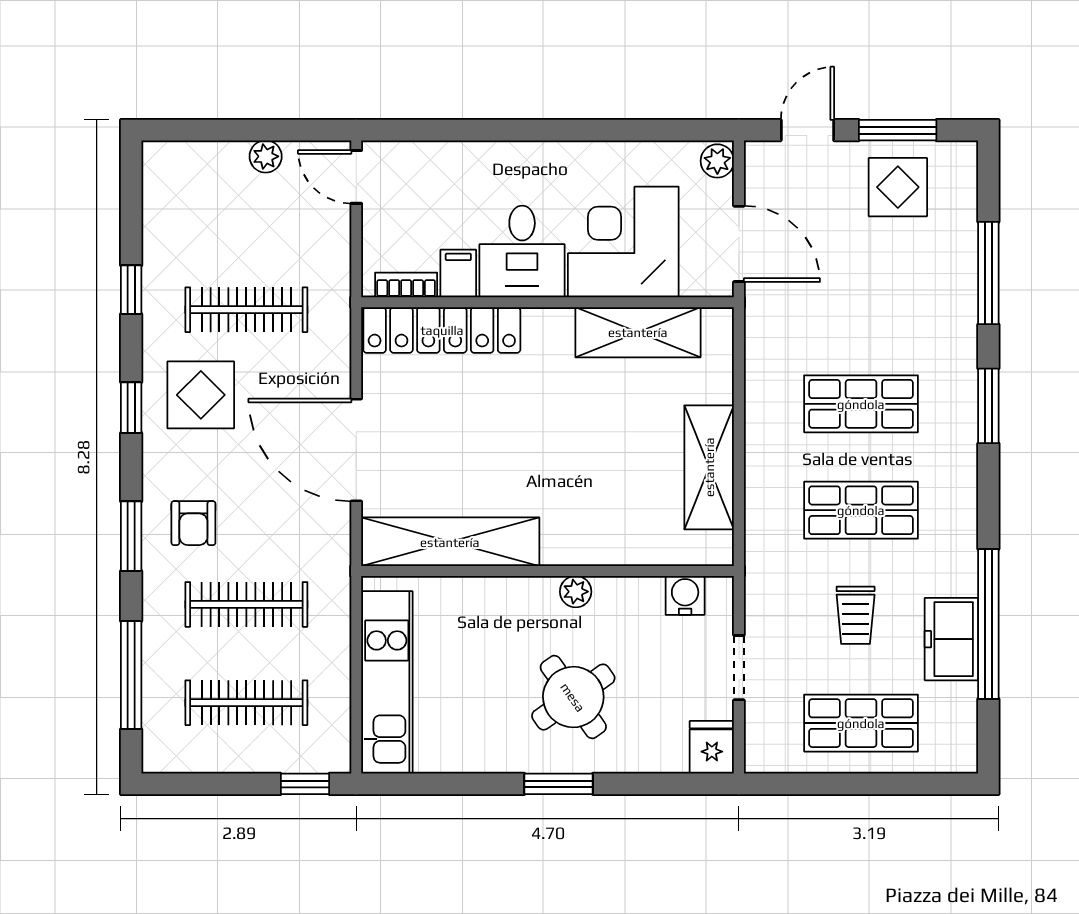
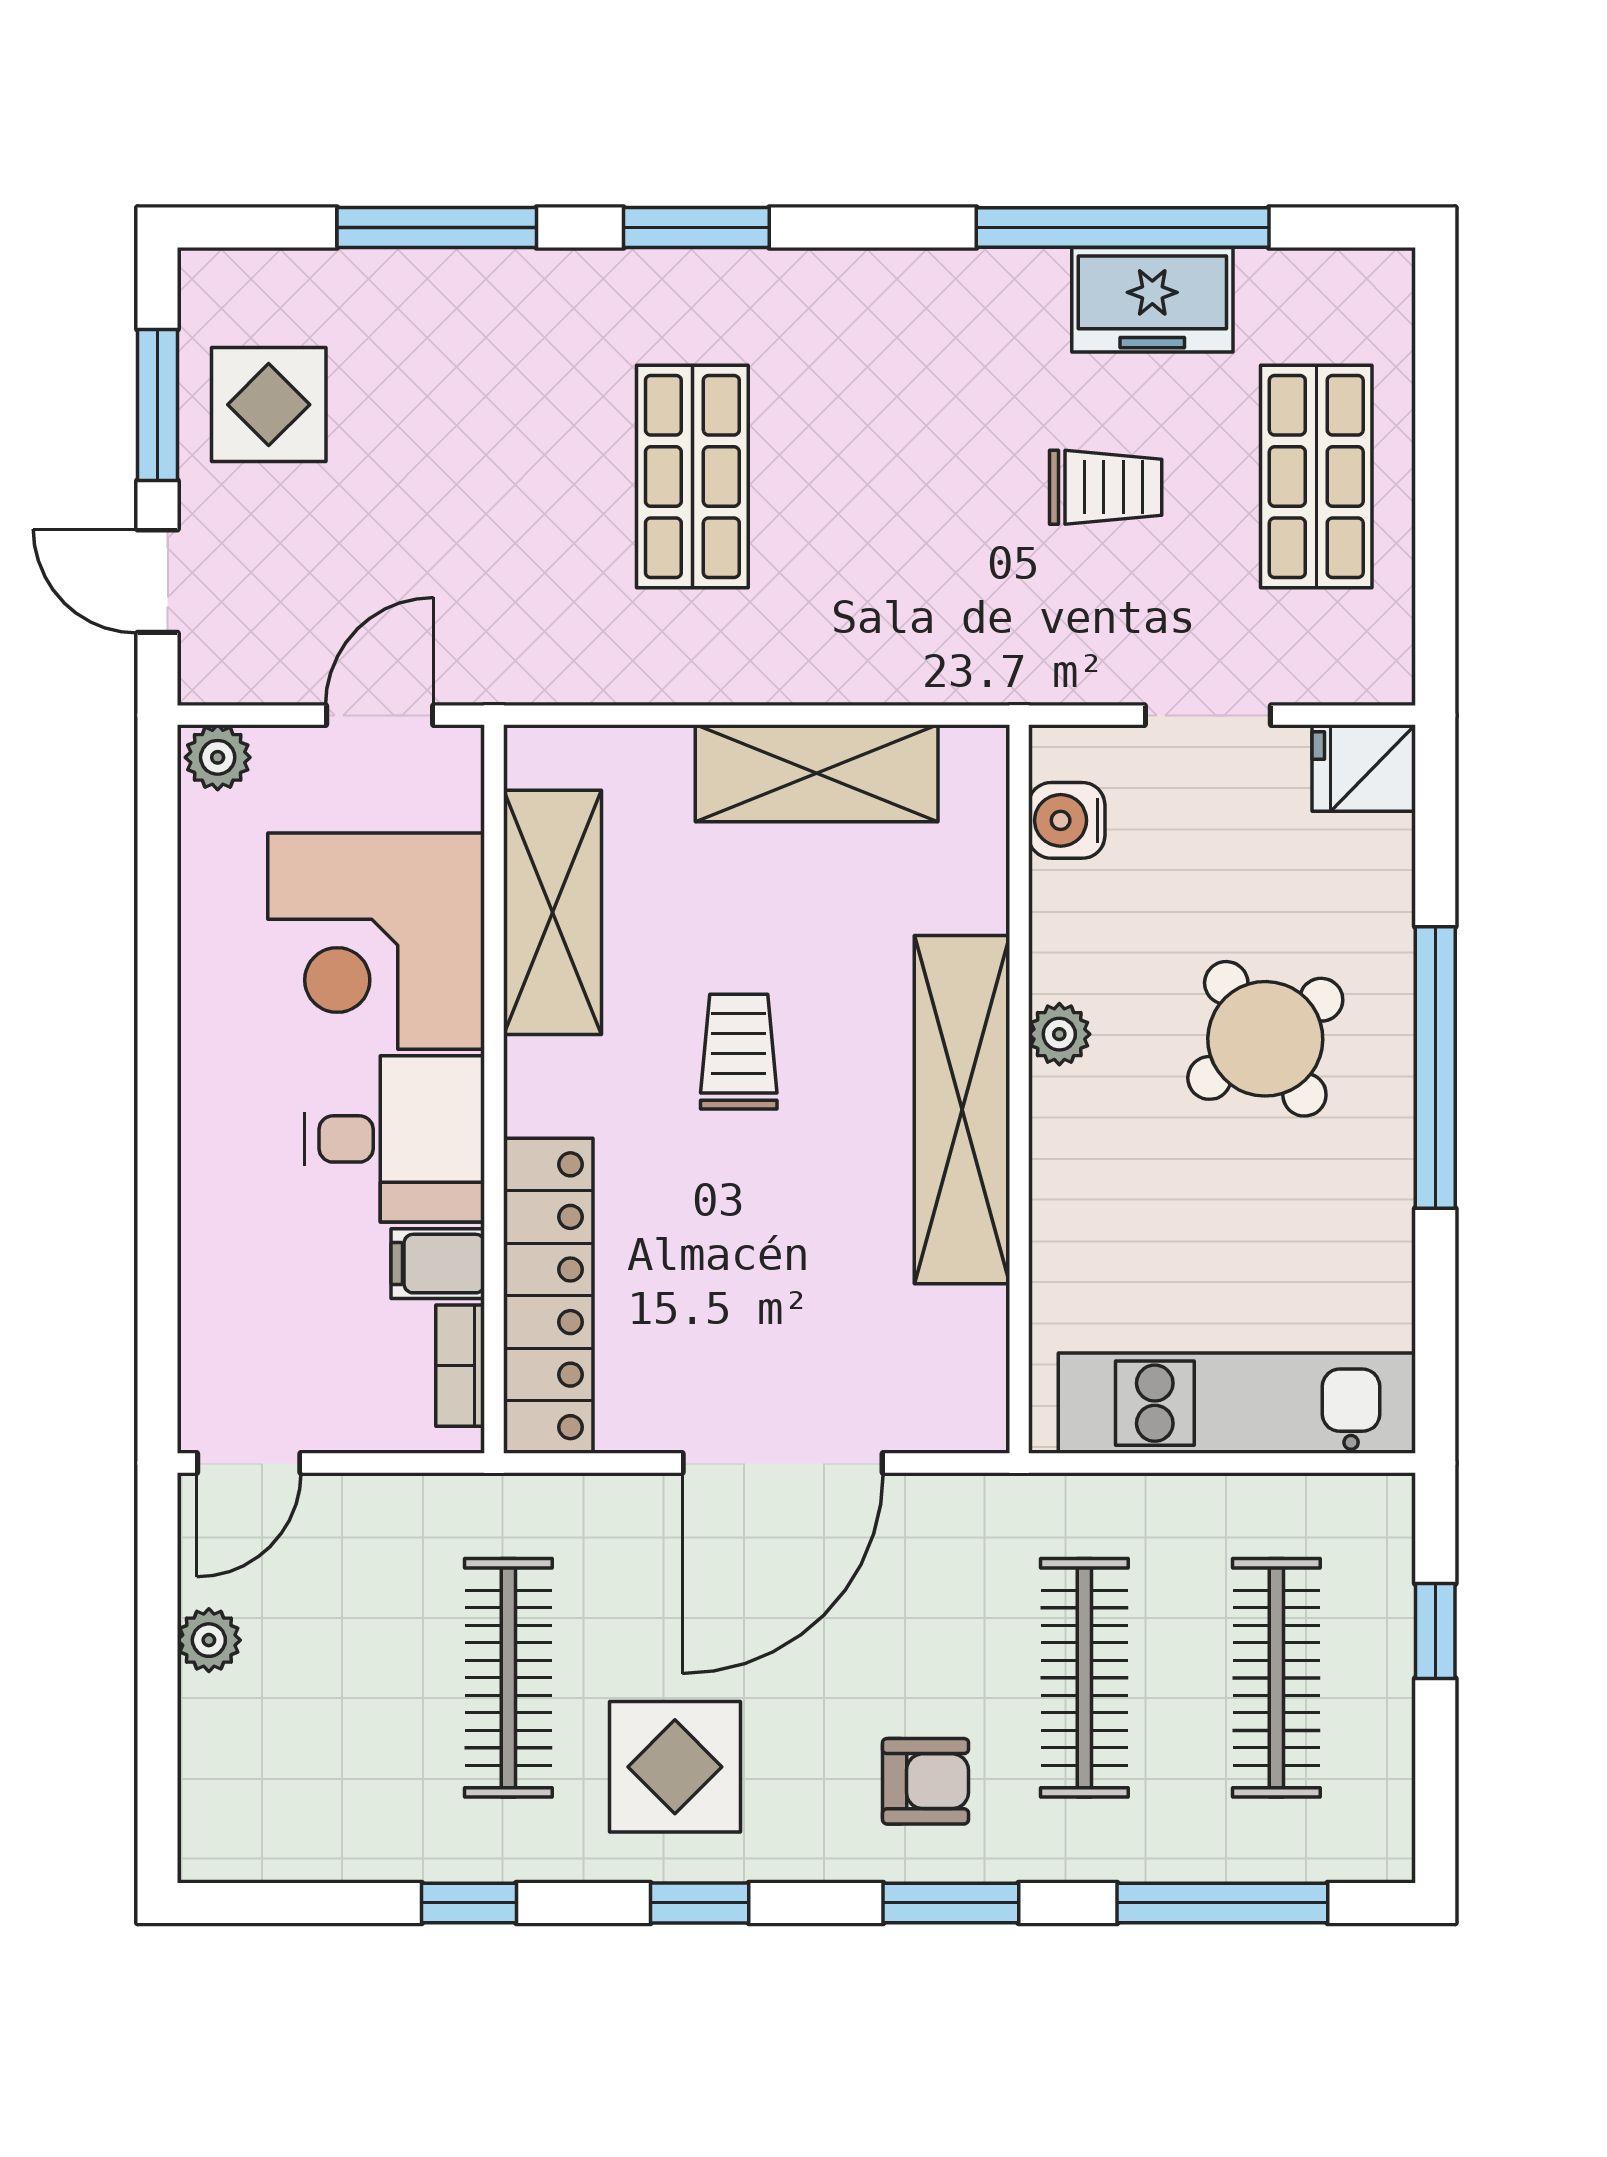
door: (739, 244) -> (380, 715), width x0.73
trolley: (567, 428) -> (739, 1052), added
shop shelf: (861, 510) -> (900, 477), removed
shelving: (450, 542) -> (962, 1110), moved
window: (305, 784) -> (1435, 1631), moved
window: (559, 784) -> (1435, 1068), width x2.11

